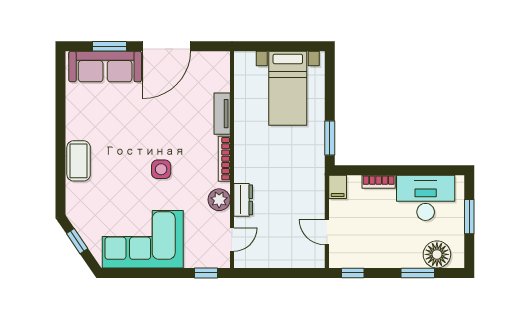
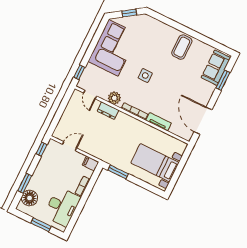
door: (167, 46) -> (203, 121), moved
sofa: (105, 67) -> (216, 68), width x0.73
coffee table: (79, 161) -> (182, 47), moved, turned 90

